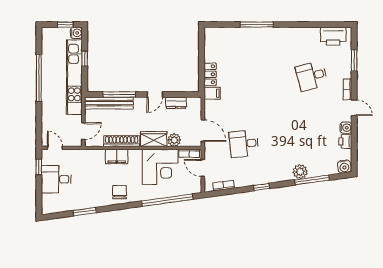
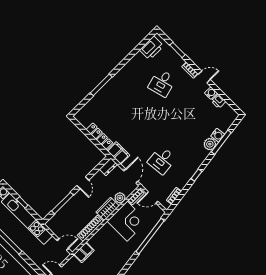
locker: (210, 74) -> (99, 136), width x1.53
filing cabinet: (212, 93) -> (118, 153), width x2.00
bench: (109, 103) -> (61, 214), removed
dresser: (176, 103) -> (108, 167), moved
door: (83, 131) -> (63, 244), hinge flipped
door: (203, 131) -> (131, 176), hinge flipped
filing cabinet: (117, 157) -> (84, 252), moved
water cooler: (344, 167) -> (218, 135), moved
chair: (120, 192) -> (118, 259), removed

